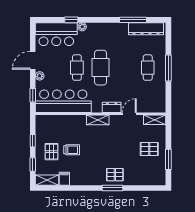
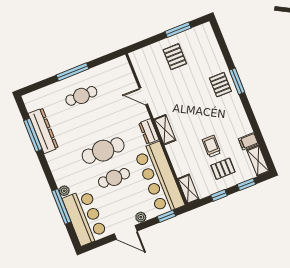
window: (71, 20) -> (61, 206), width x2.17
dresser: (146, 29) -> (43, 131), moved
dresser: (112, 107) -> (149, 131), moved
shelving: (155, 120) -> (188, 189), moved

